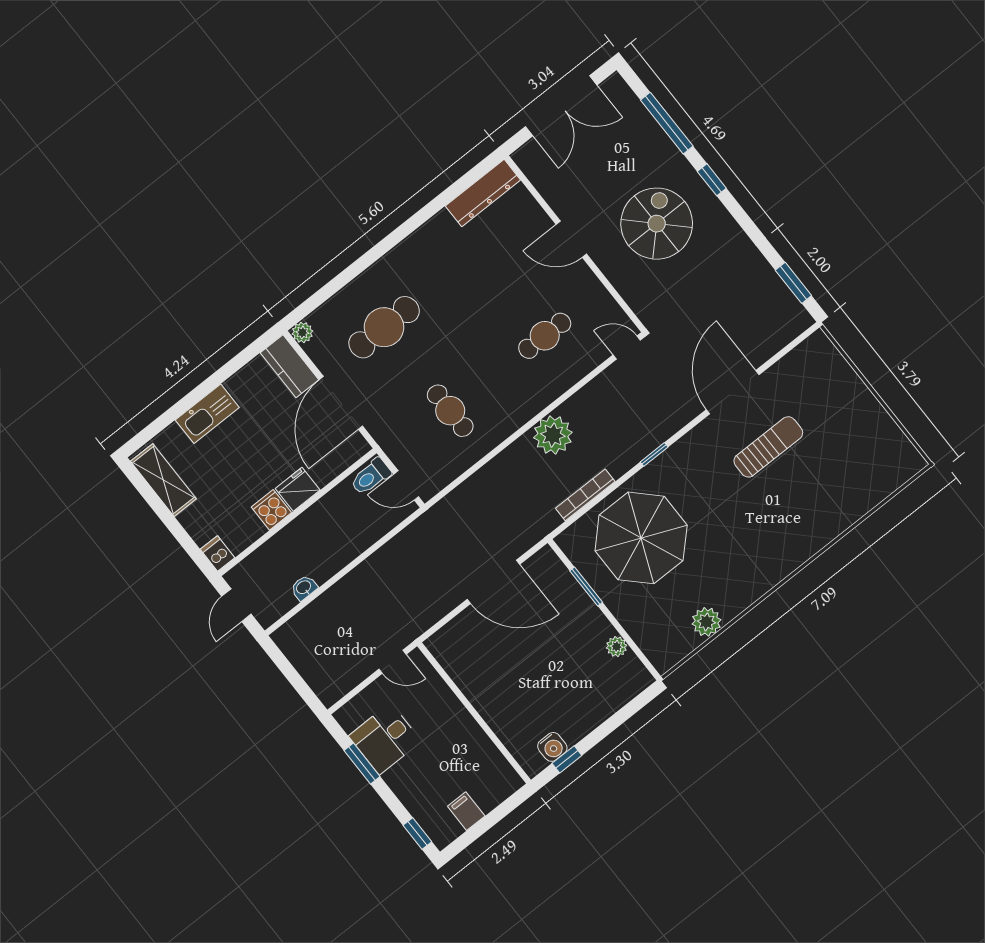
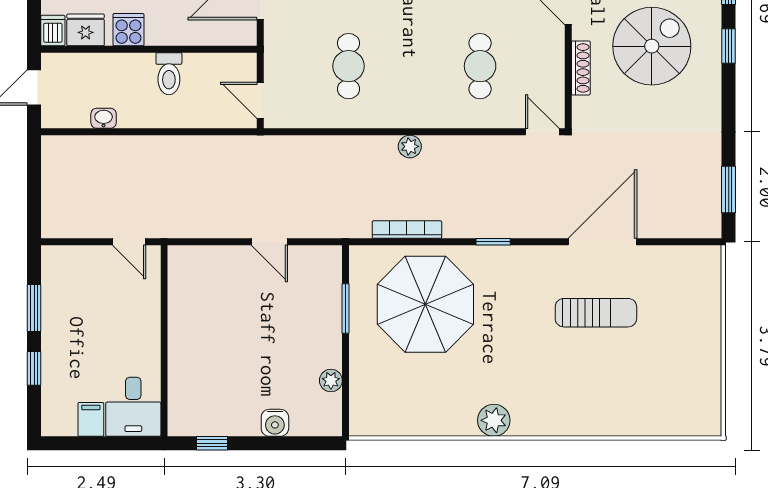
shoe rack: (618, 280) -> (581, 68), added
cafe table: (545, 336) -> (480, 66), turned 90
plant: (553, 435) -> (410, 146), width x0.53, depth x0.53
toilet: (371, 477) -> (169, 74), moved, turned -90
fridge: (298, 489) -> (86, 30), moved
door: (493, 582) -> (269, 242), width x0.53
plant: (706, 622) -> (494, 420), moved
desk: (385, 739) -> (133, 407), moved, turned -90
water cooler: (552, 747) -> (275, 423), moved
window: (417, 834) -> (34, 368), moved

